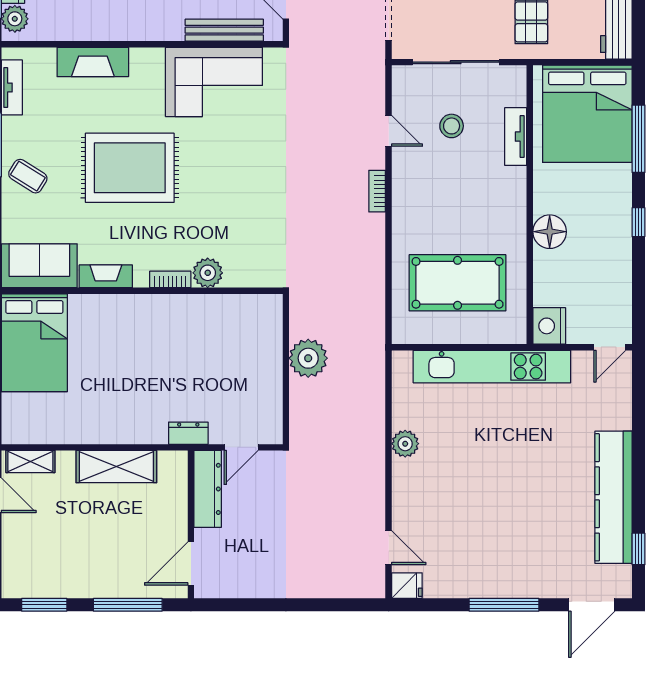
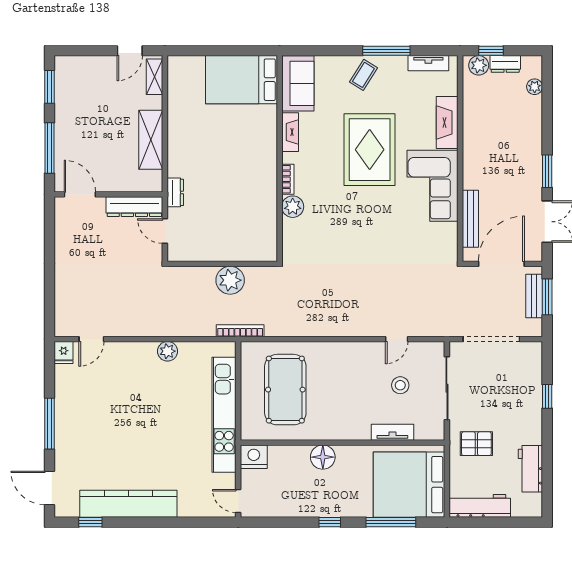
corner sofa: (214, 82) -> (432, 186), moved
bookcase: (377, 191) -> (240, 331), moved, width x1.56

